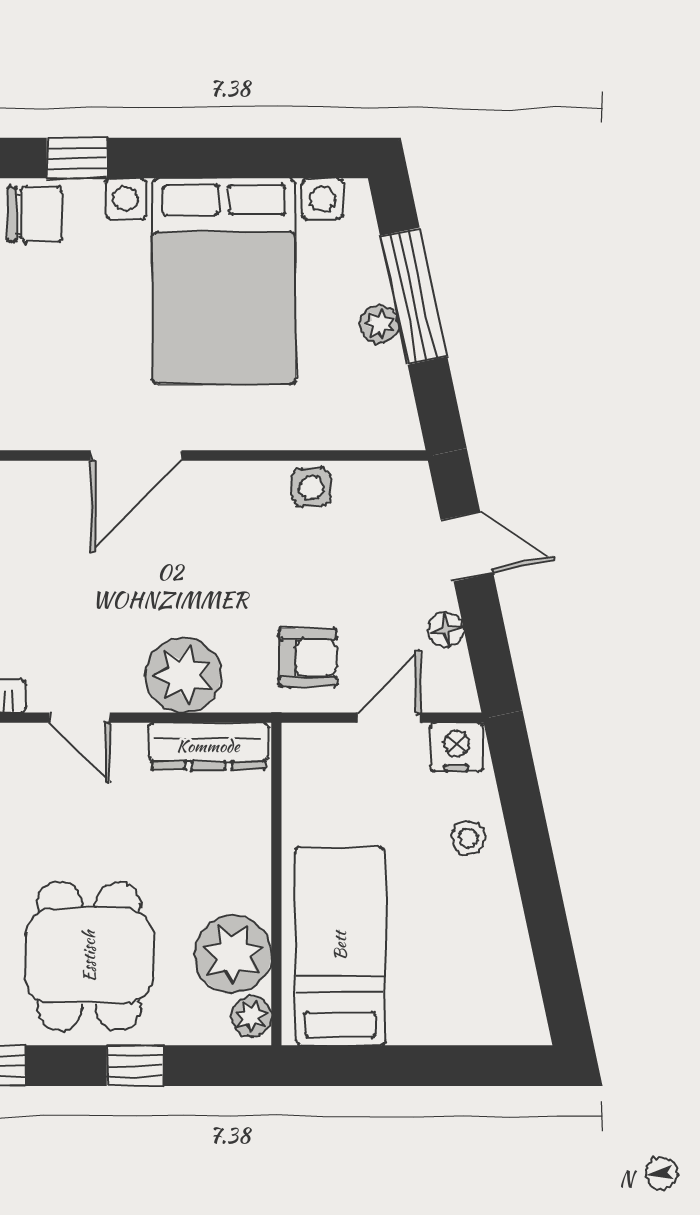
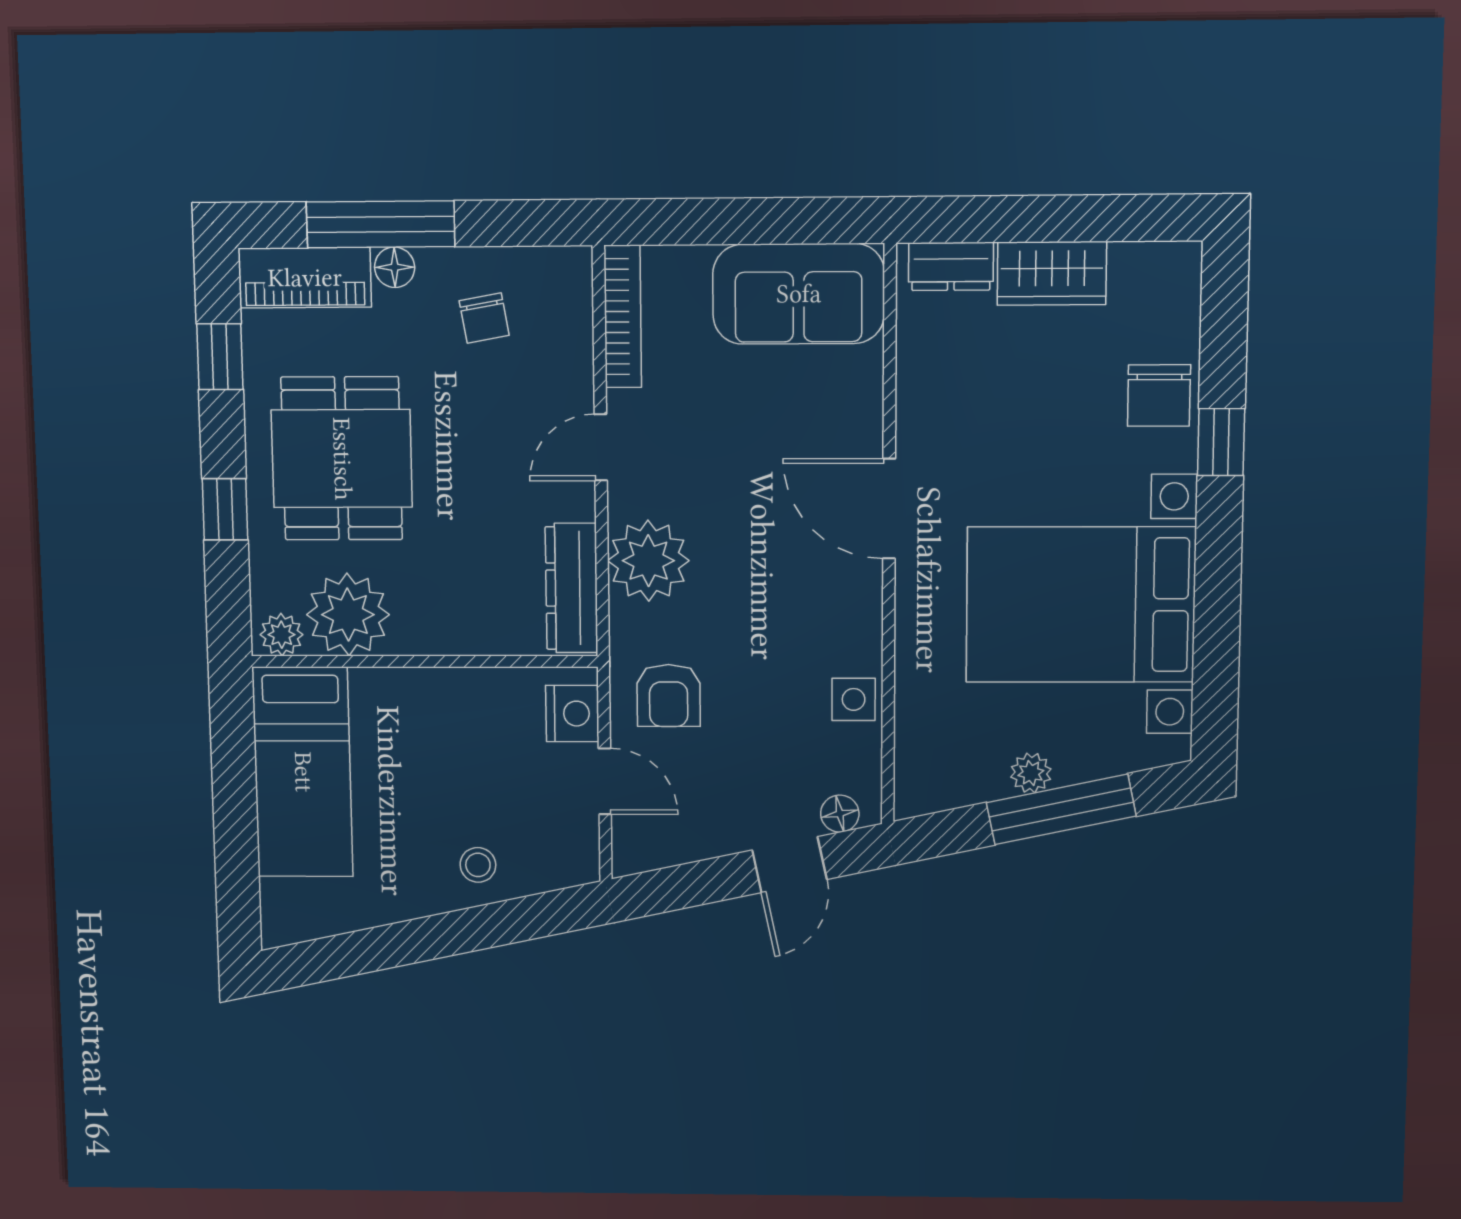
floor lamp: (446, 629) -> (840, 814), moved
nightstand: (456, 747) -> (572, 714), moved
bed: (340, 946) -> (303, 772), moved, turned 90
dining table: (89, 956) -> (342, 459), turned 90

